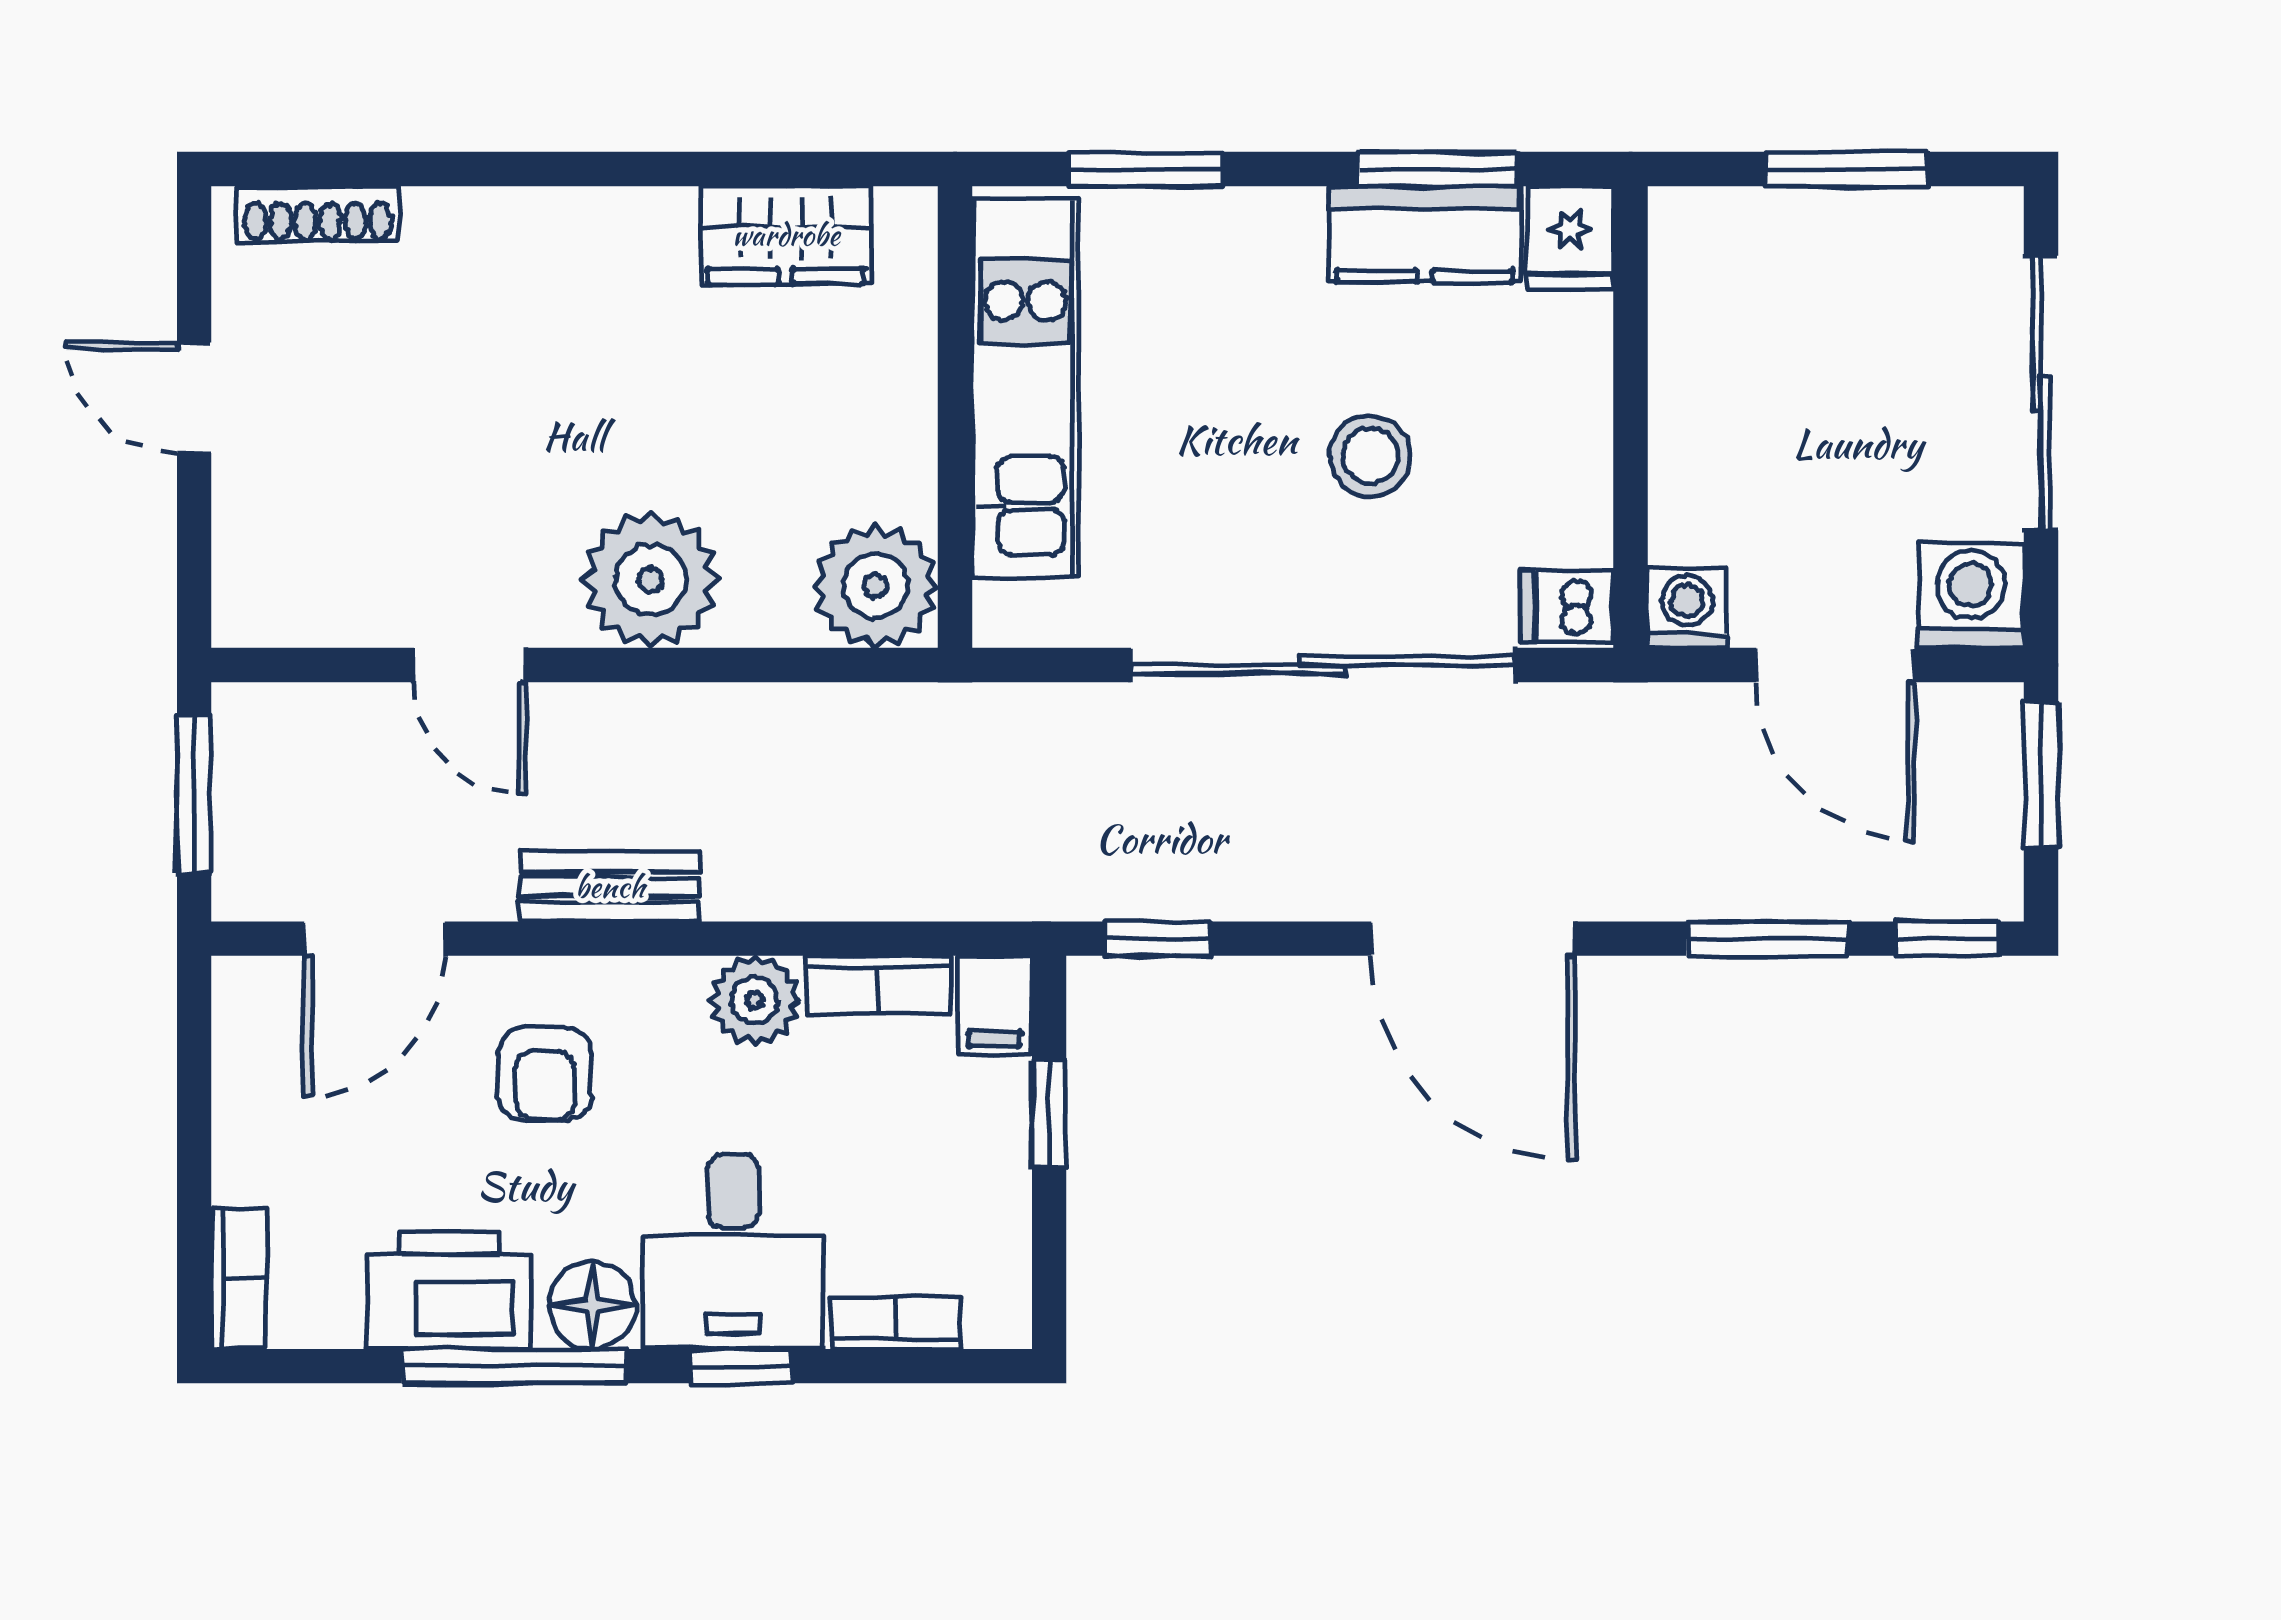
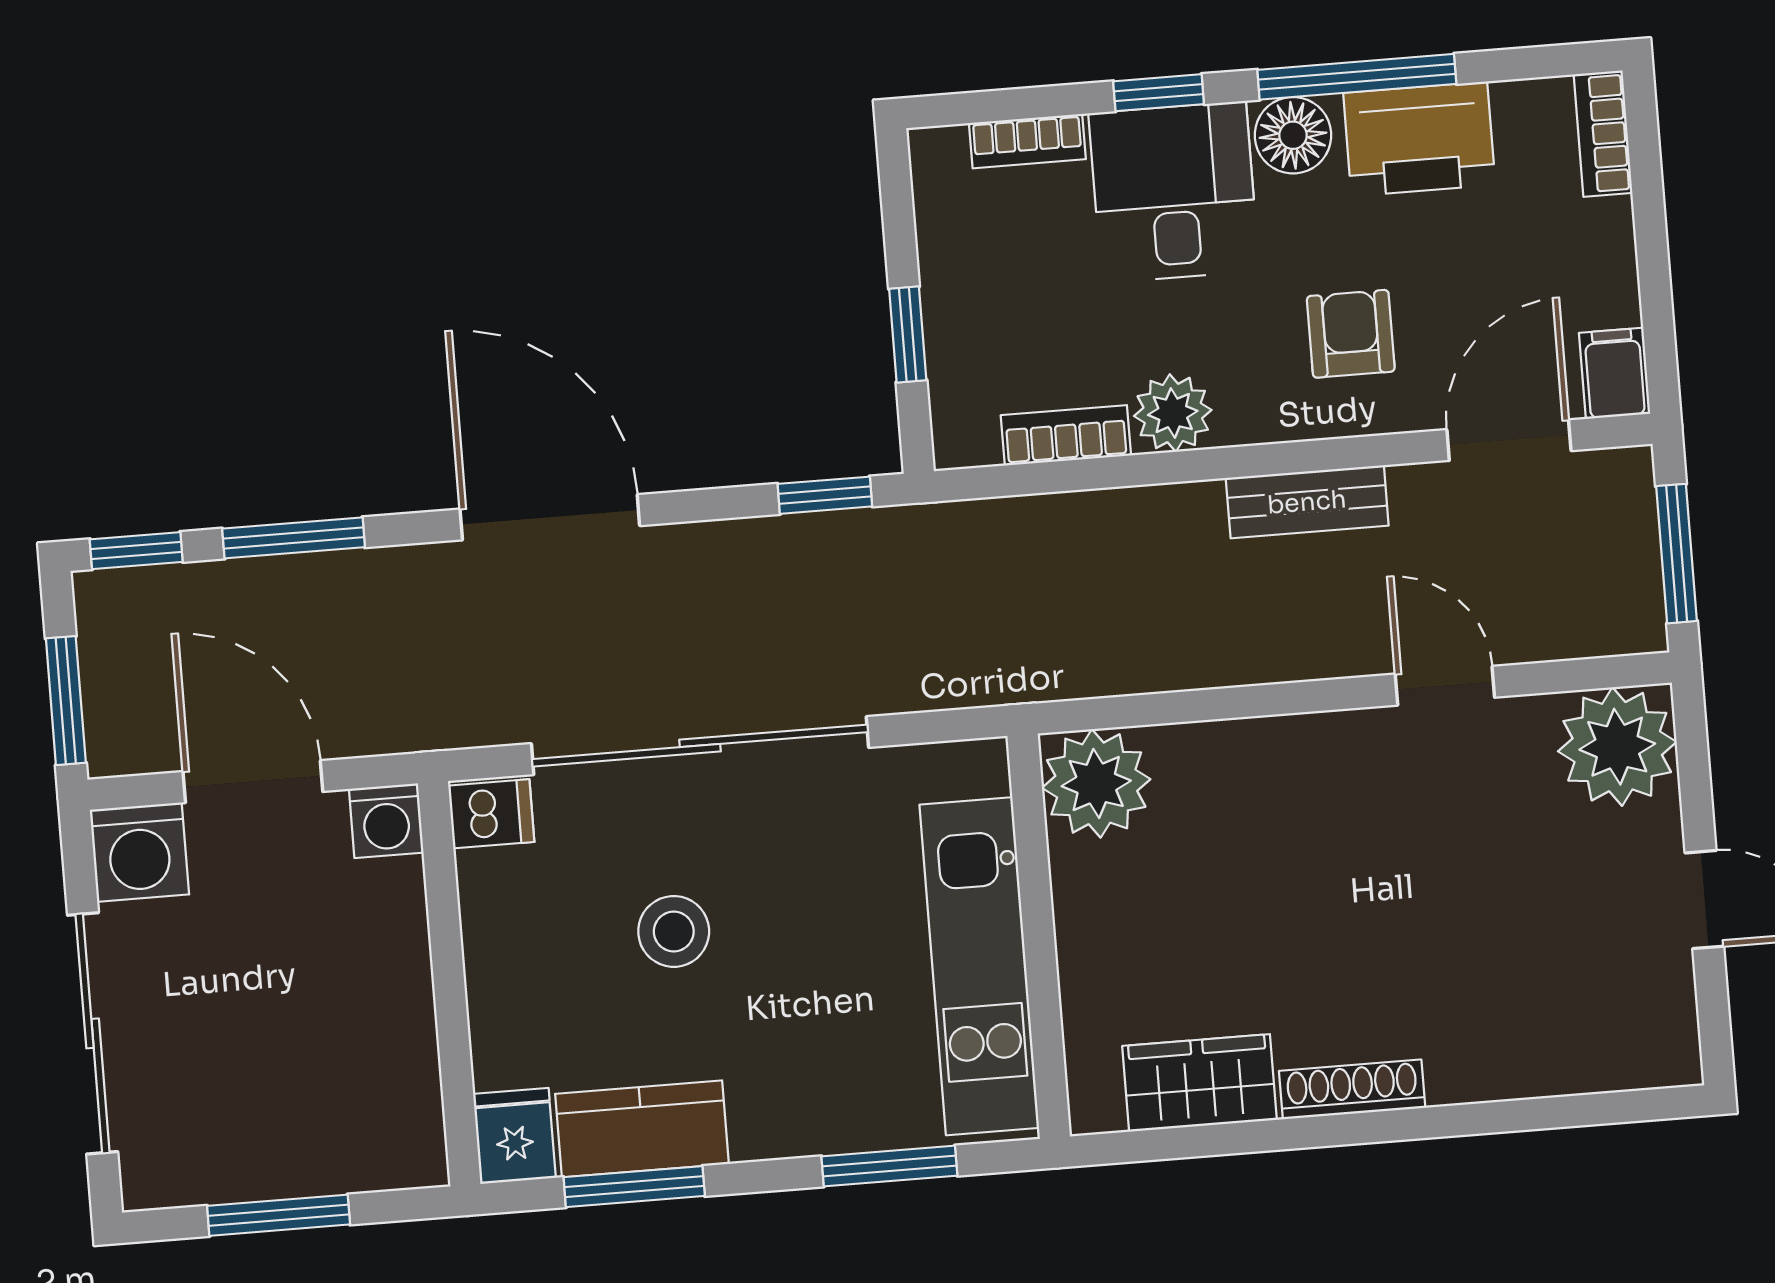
shoe rack: (318, 214) -> (1352, 1089), moved
plant: (651, 580) -> (1617, 747), moved
filing cabinet: (995, 1005) -> (1615, 373), moved

